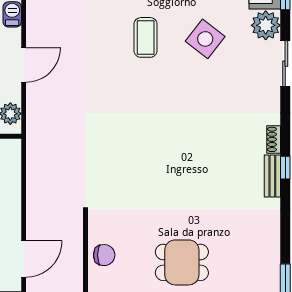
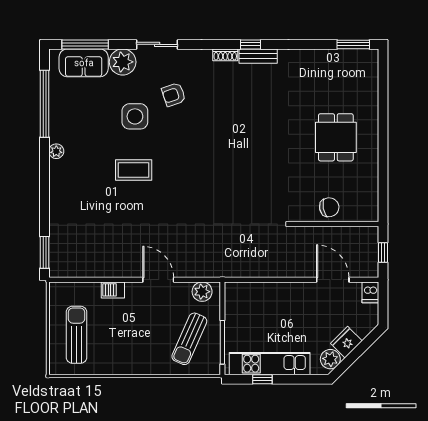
side table: (205, 39) -> (135, 116), turned -38
armchair: (229, 82) -> (174, 95), added
chair: (104, 255) -> (329, 207), turned 79

